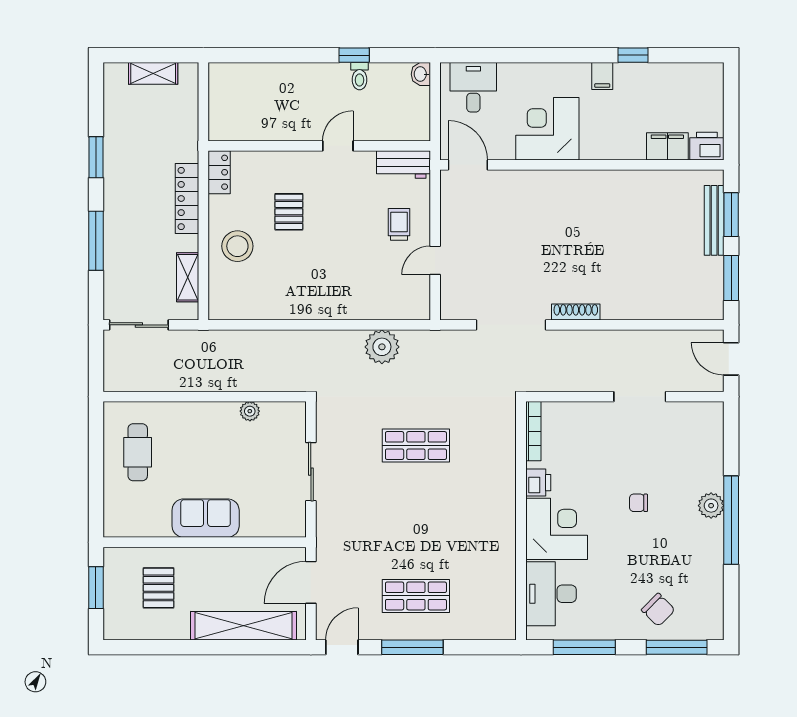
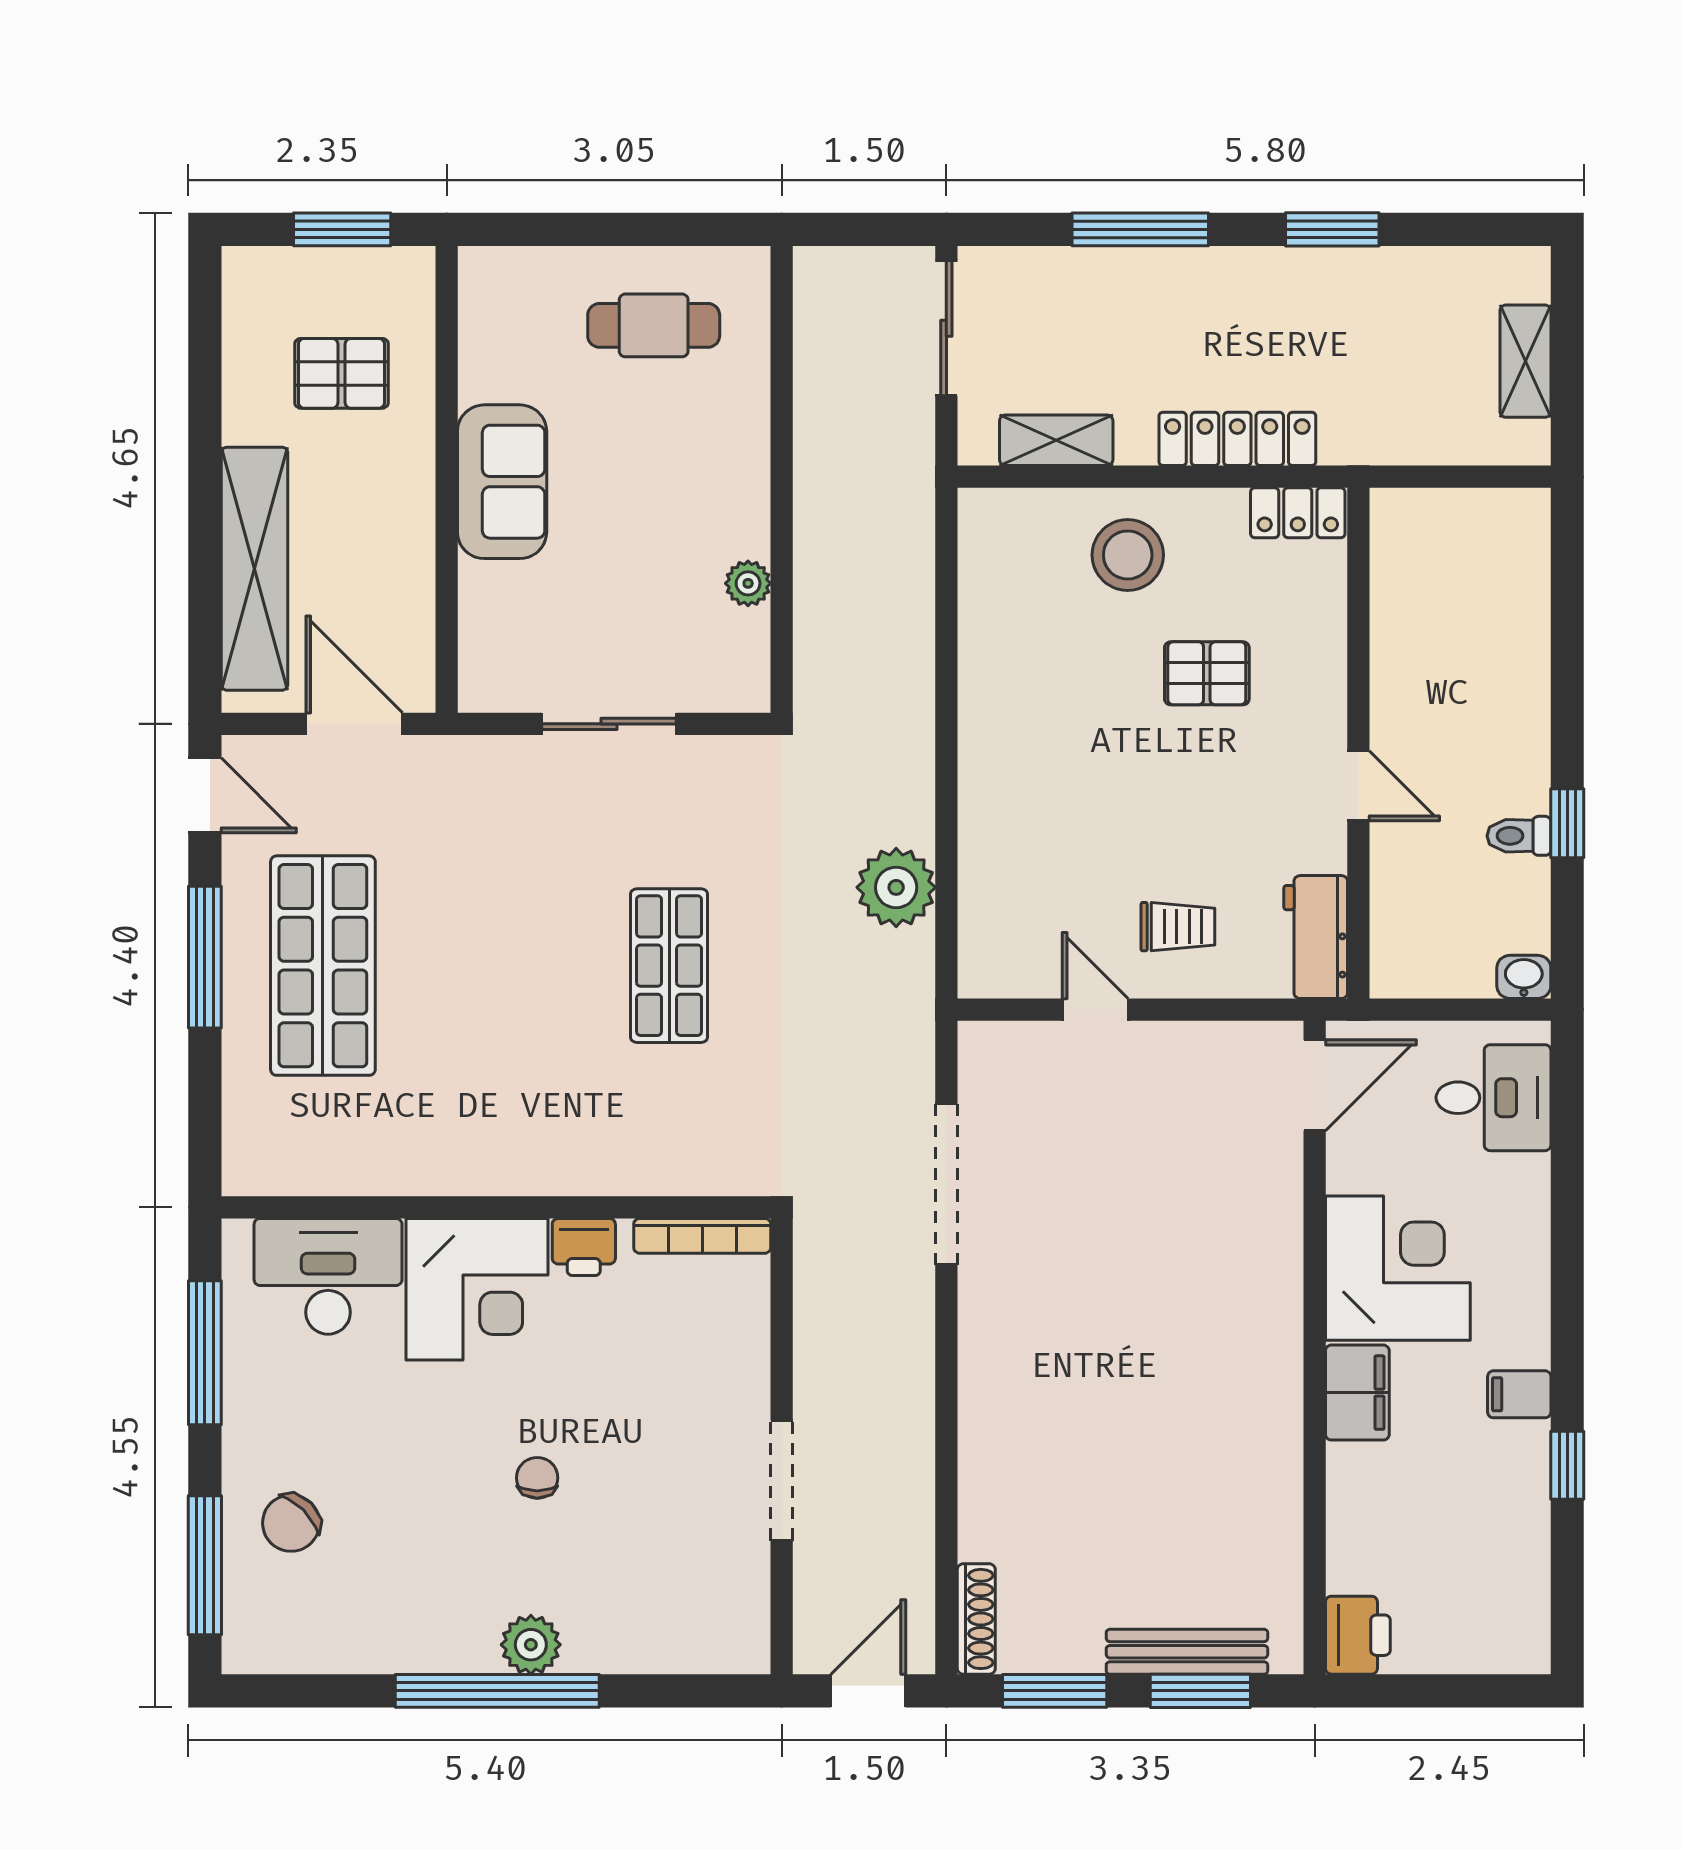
filing cabinet: (667, 146) -> (1357, 1393), moved
shoe rack: (576, 312) -> (976, 1619), moved
shop shelf: (416, 596) -> (323, 966), width x1.43, depth x1.36

